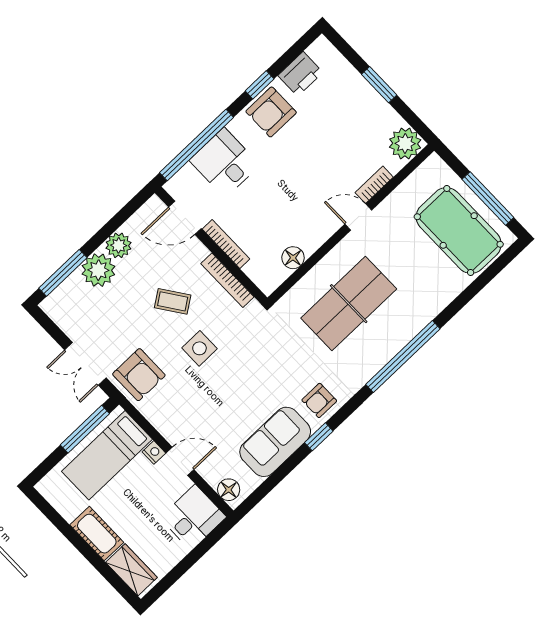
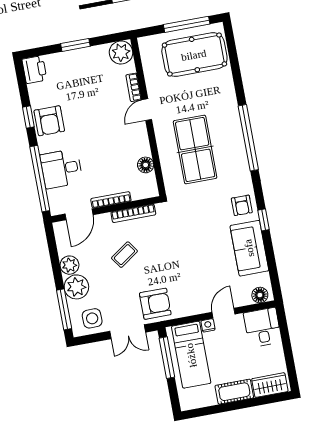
printer: (300, 74) -> (34, 70), moved
side table: (199, 348) -> (92, 318), moved

